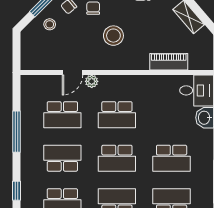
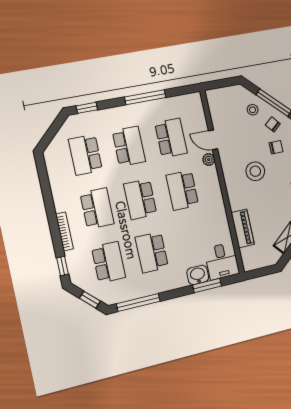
school desk: (62, 115) -> (171, 138), turned 180

